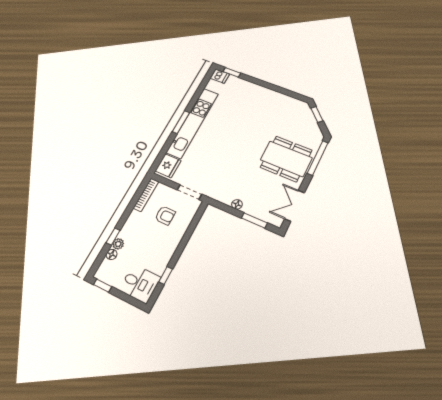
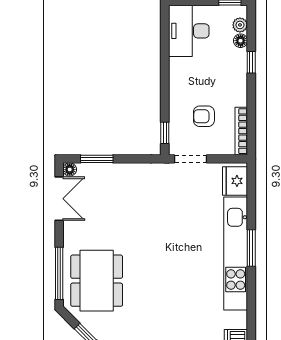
dining table: (286, 159) -> (97, 281), moved, turned 90
floor lamp: (237, 204) -> (70, 169), moved
plant: (118, 244) -> (240, 25), moved
window: (166, 275) -> (165, 133), moved
desk: (140, 284) -> (189, 31), width x1.37

